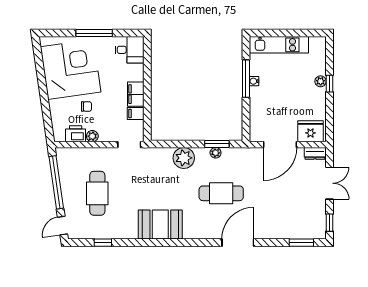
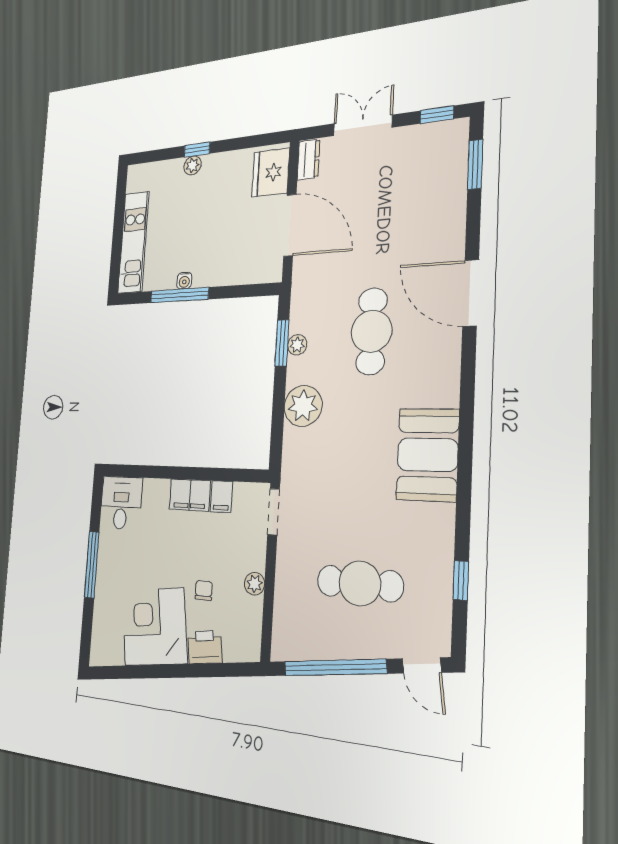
corner desk: (71, 69) -> (154, 627), width x0.74, depth x0.74
printer: (76, 134) -> (205, 647), moved, turned 82

